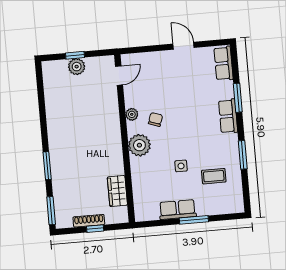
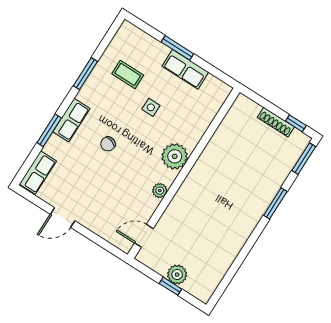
door: (184, 46) -> (63, 218), hinge flipped
chair: (155, 119) -> (108, 144), moved
wardrobe: (117, 191) -> (228, 129), removed
window: (95, 229) -> (296, 123), moved

